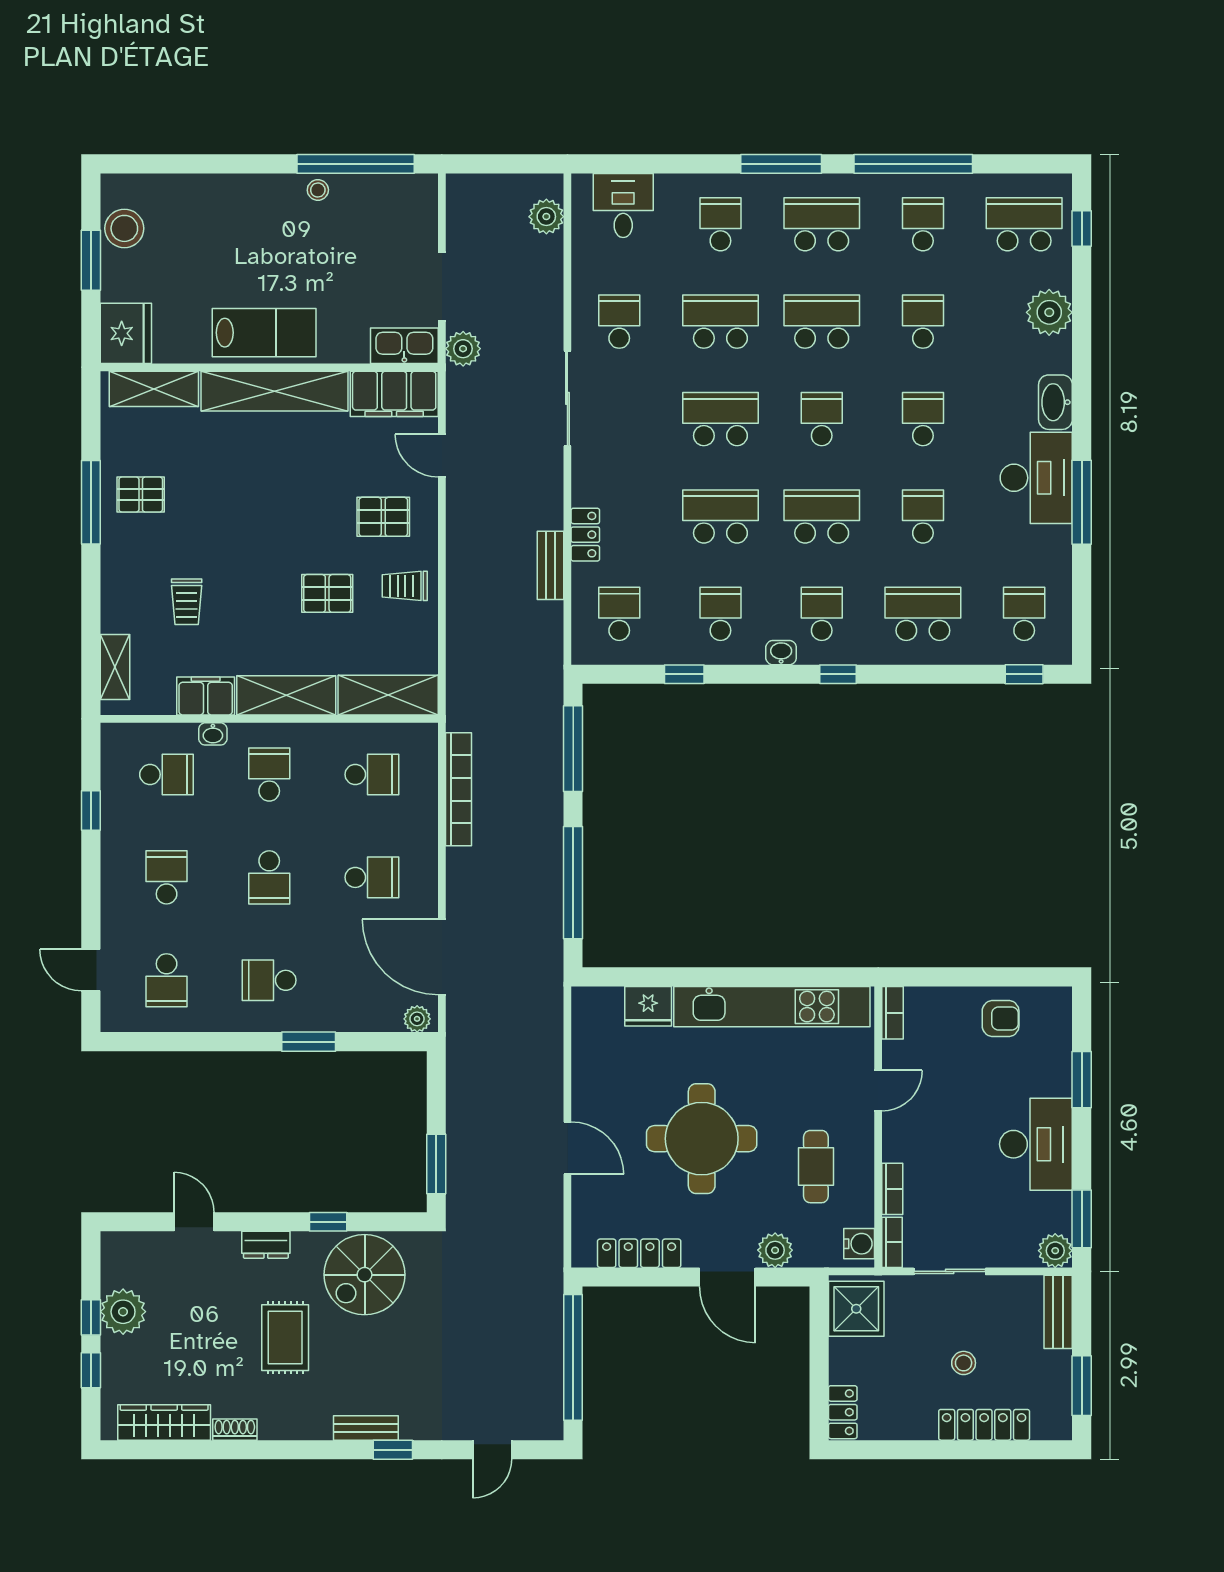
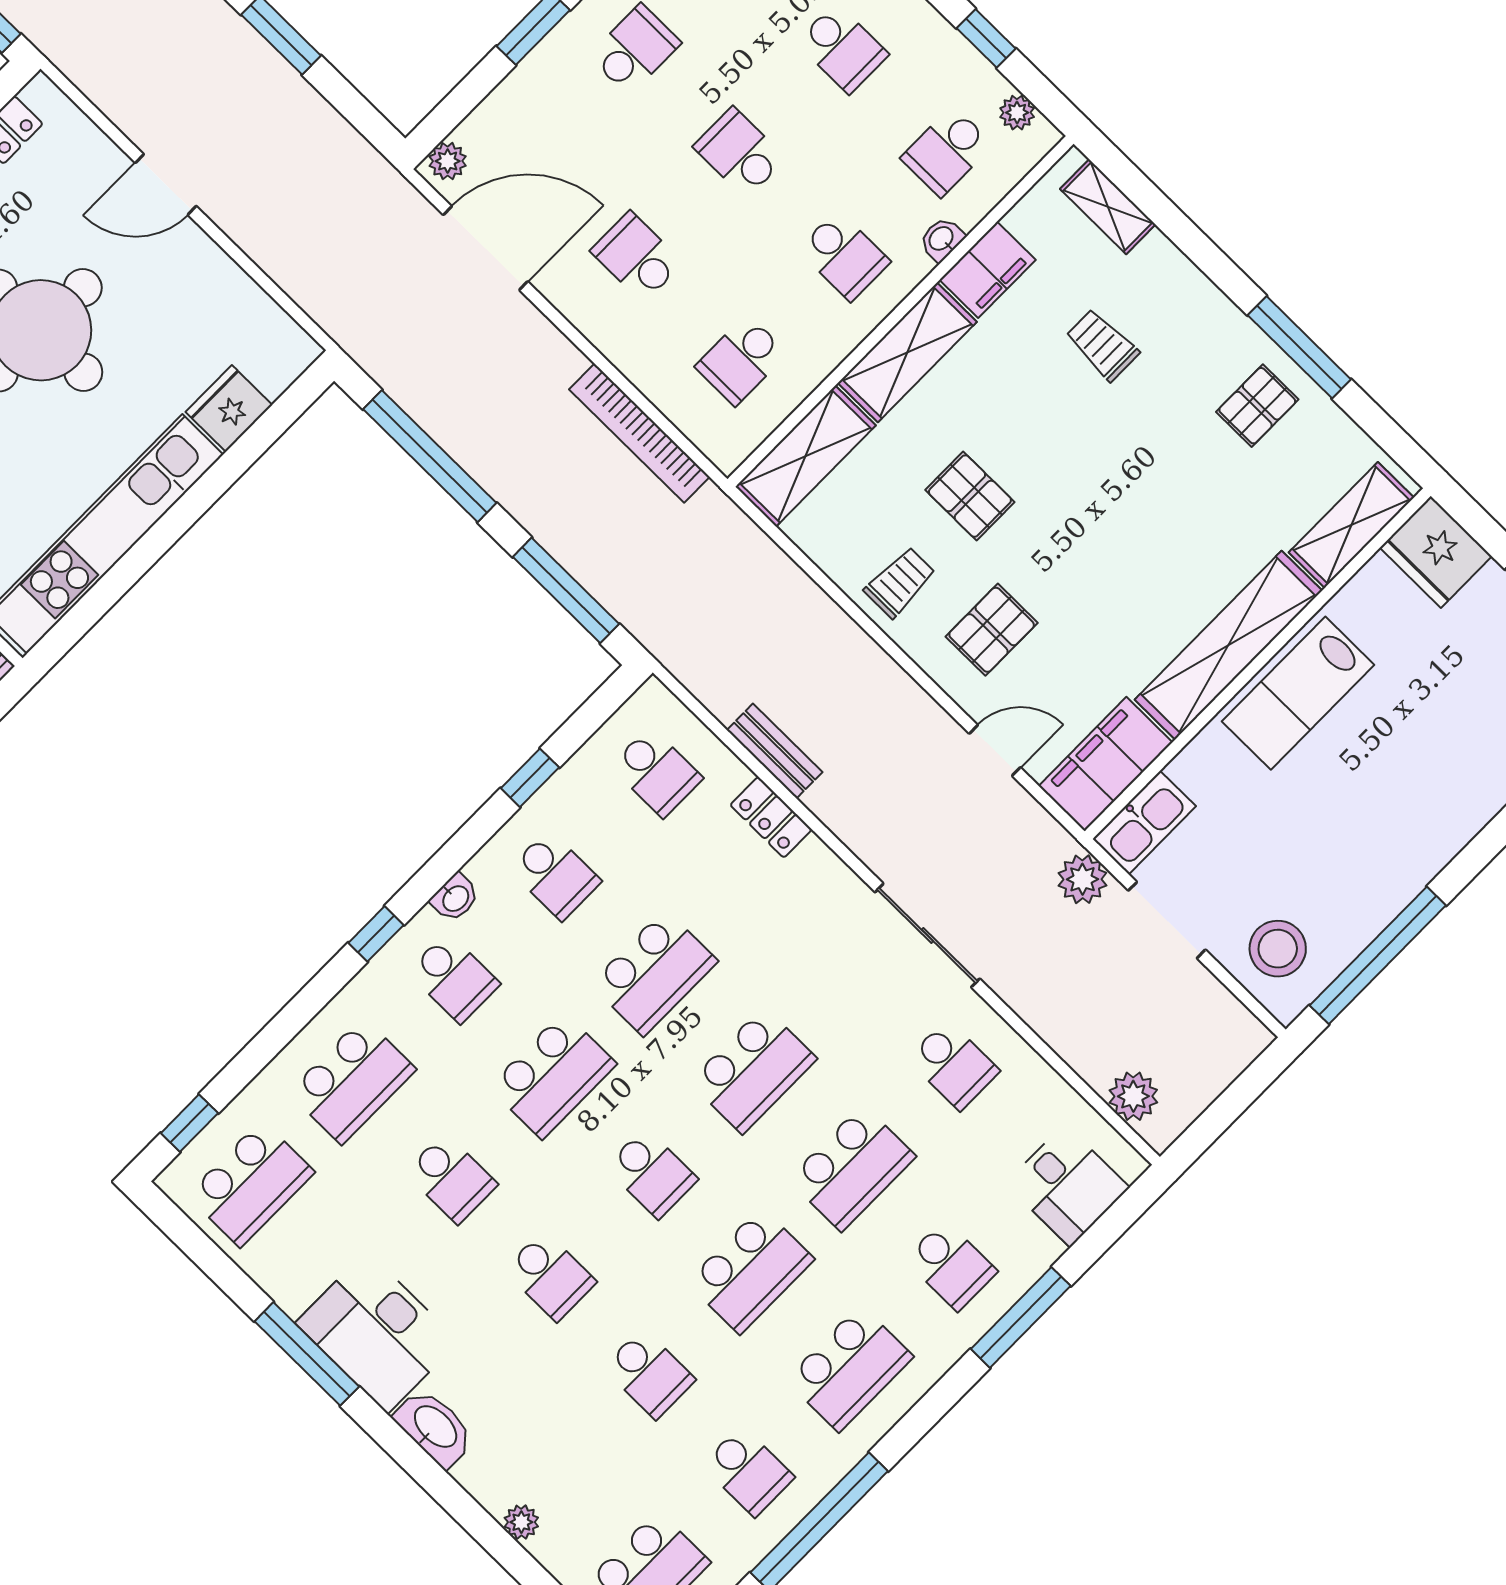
window: (781, 164) -> (1021, 1317), moved
stool: (318, 190) -> (1278, 949), moved, width x1.89, depth x1.89
plant: (1049, 312) -> (521, 1522), width x0.53, depth x0.53
pallet: (327, 593) -> (970, 496), turned 90
school desk: (1024, 614) -> (251, 1184), width x1.85
plant: (113, 759) -> (1017, 113), added
school desk: (372, 877) -> (637, 257), turned 90

